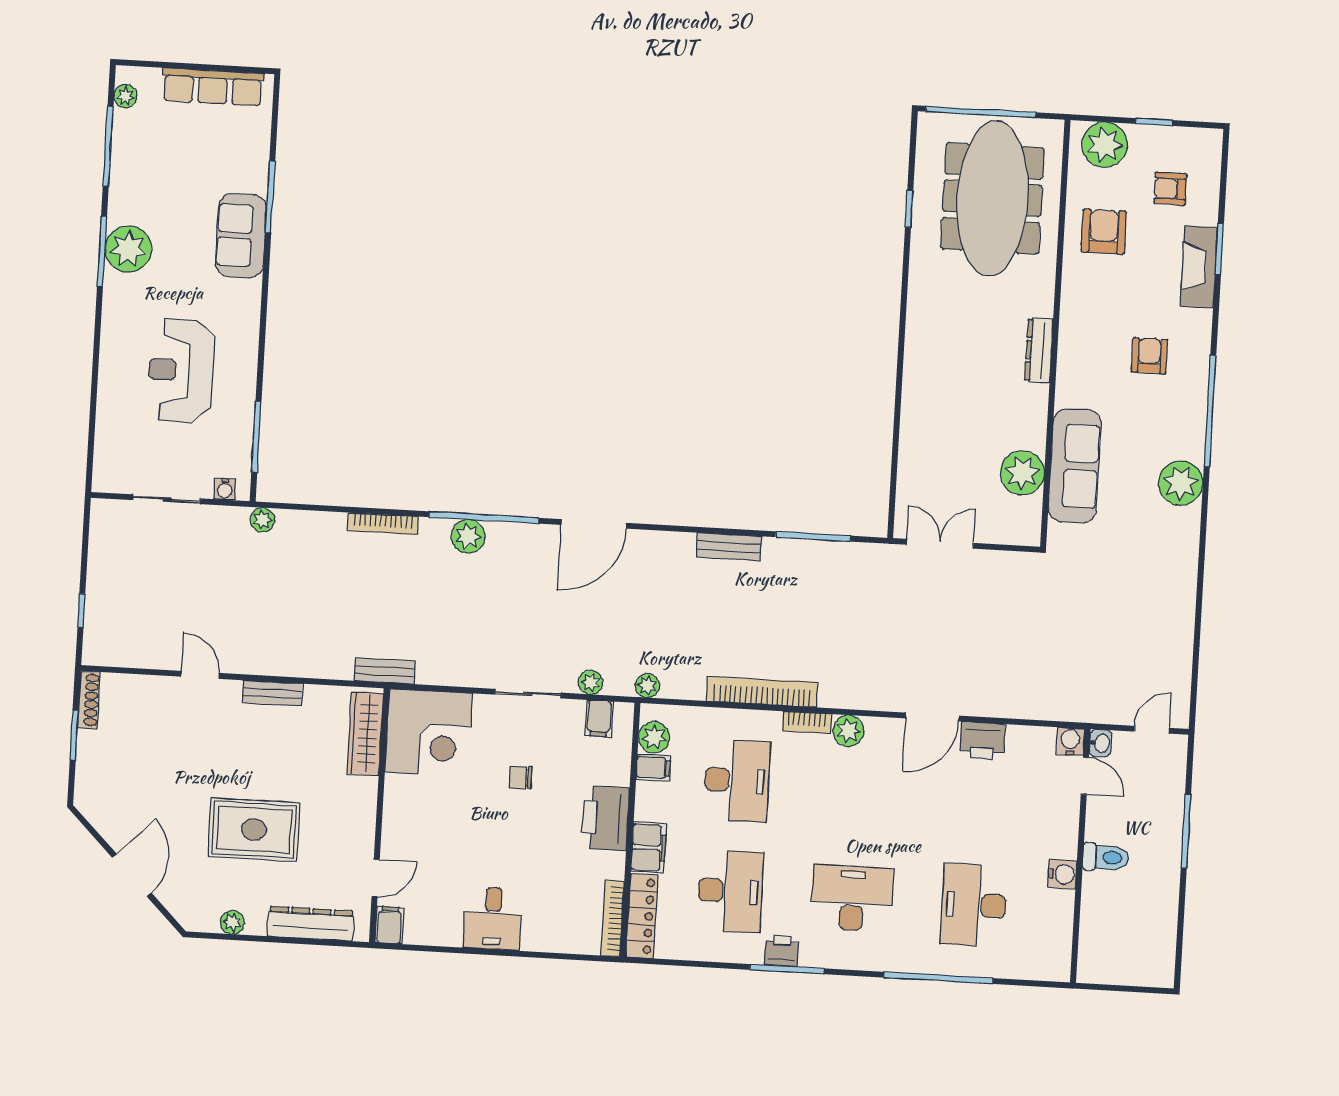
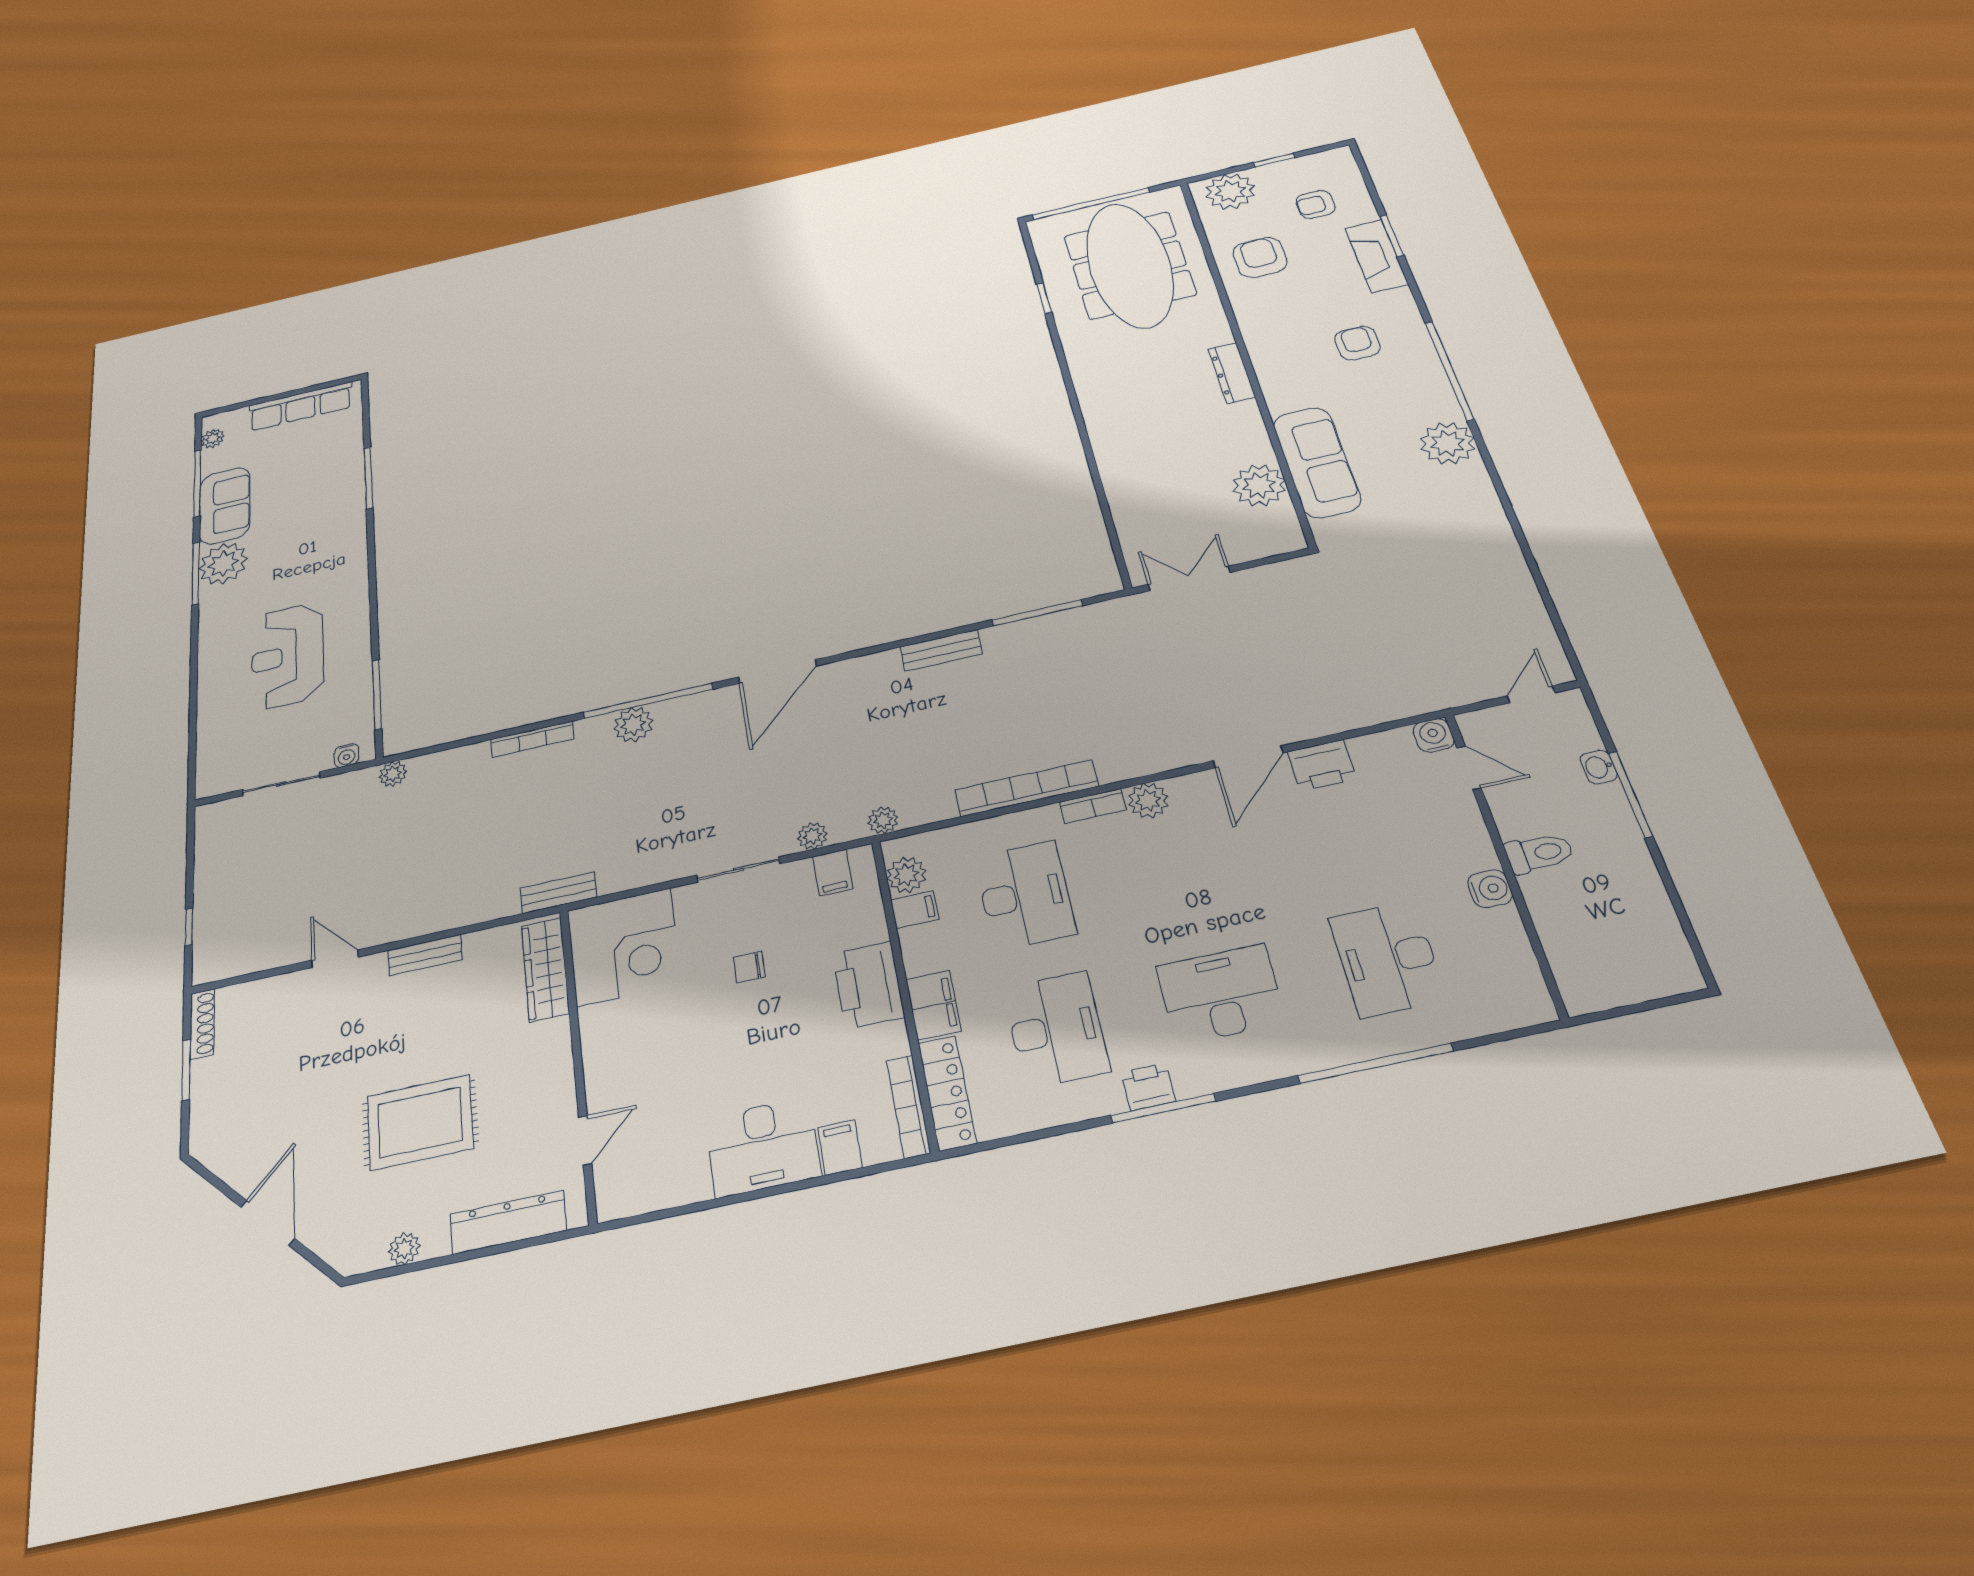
sofa: (241, 236) -> (225, 506), moved, turned 180
washbasin: (1101, 743) -> (1599, 767), moved, turned 180
desk: (493, 918) -> (763, 1147), width x1.37
filing cabinet: (390, 925) -> (840, 1148), moved

